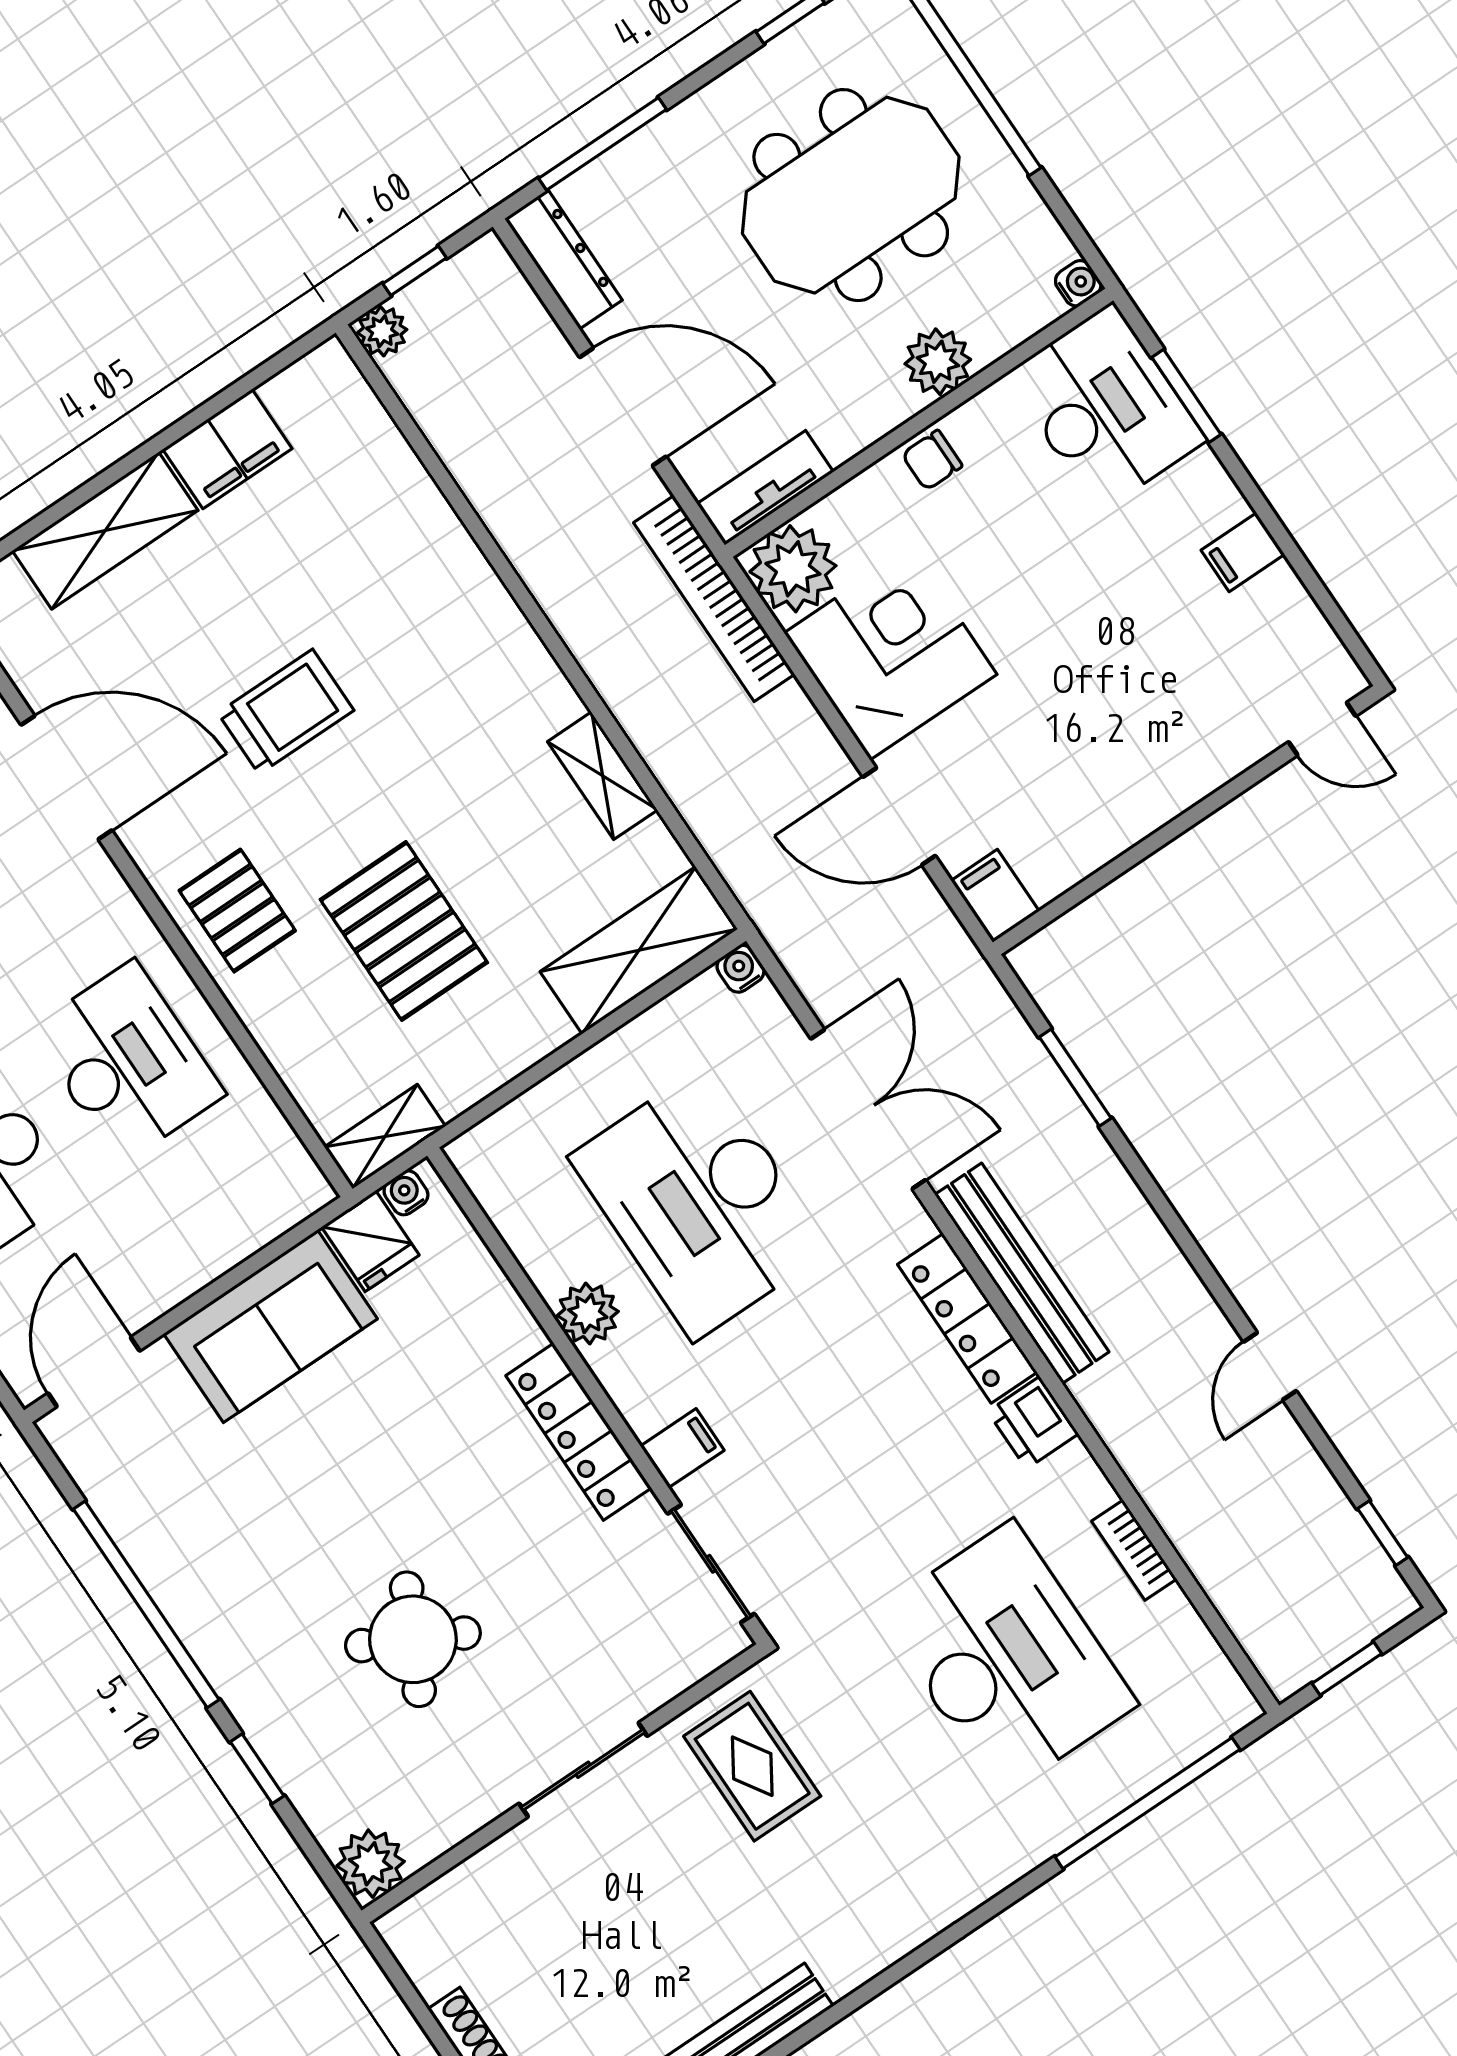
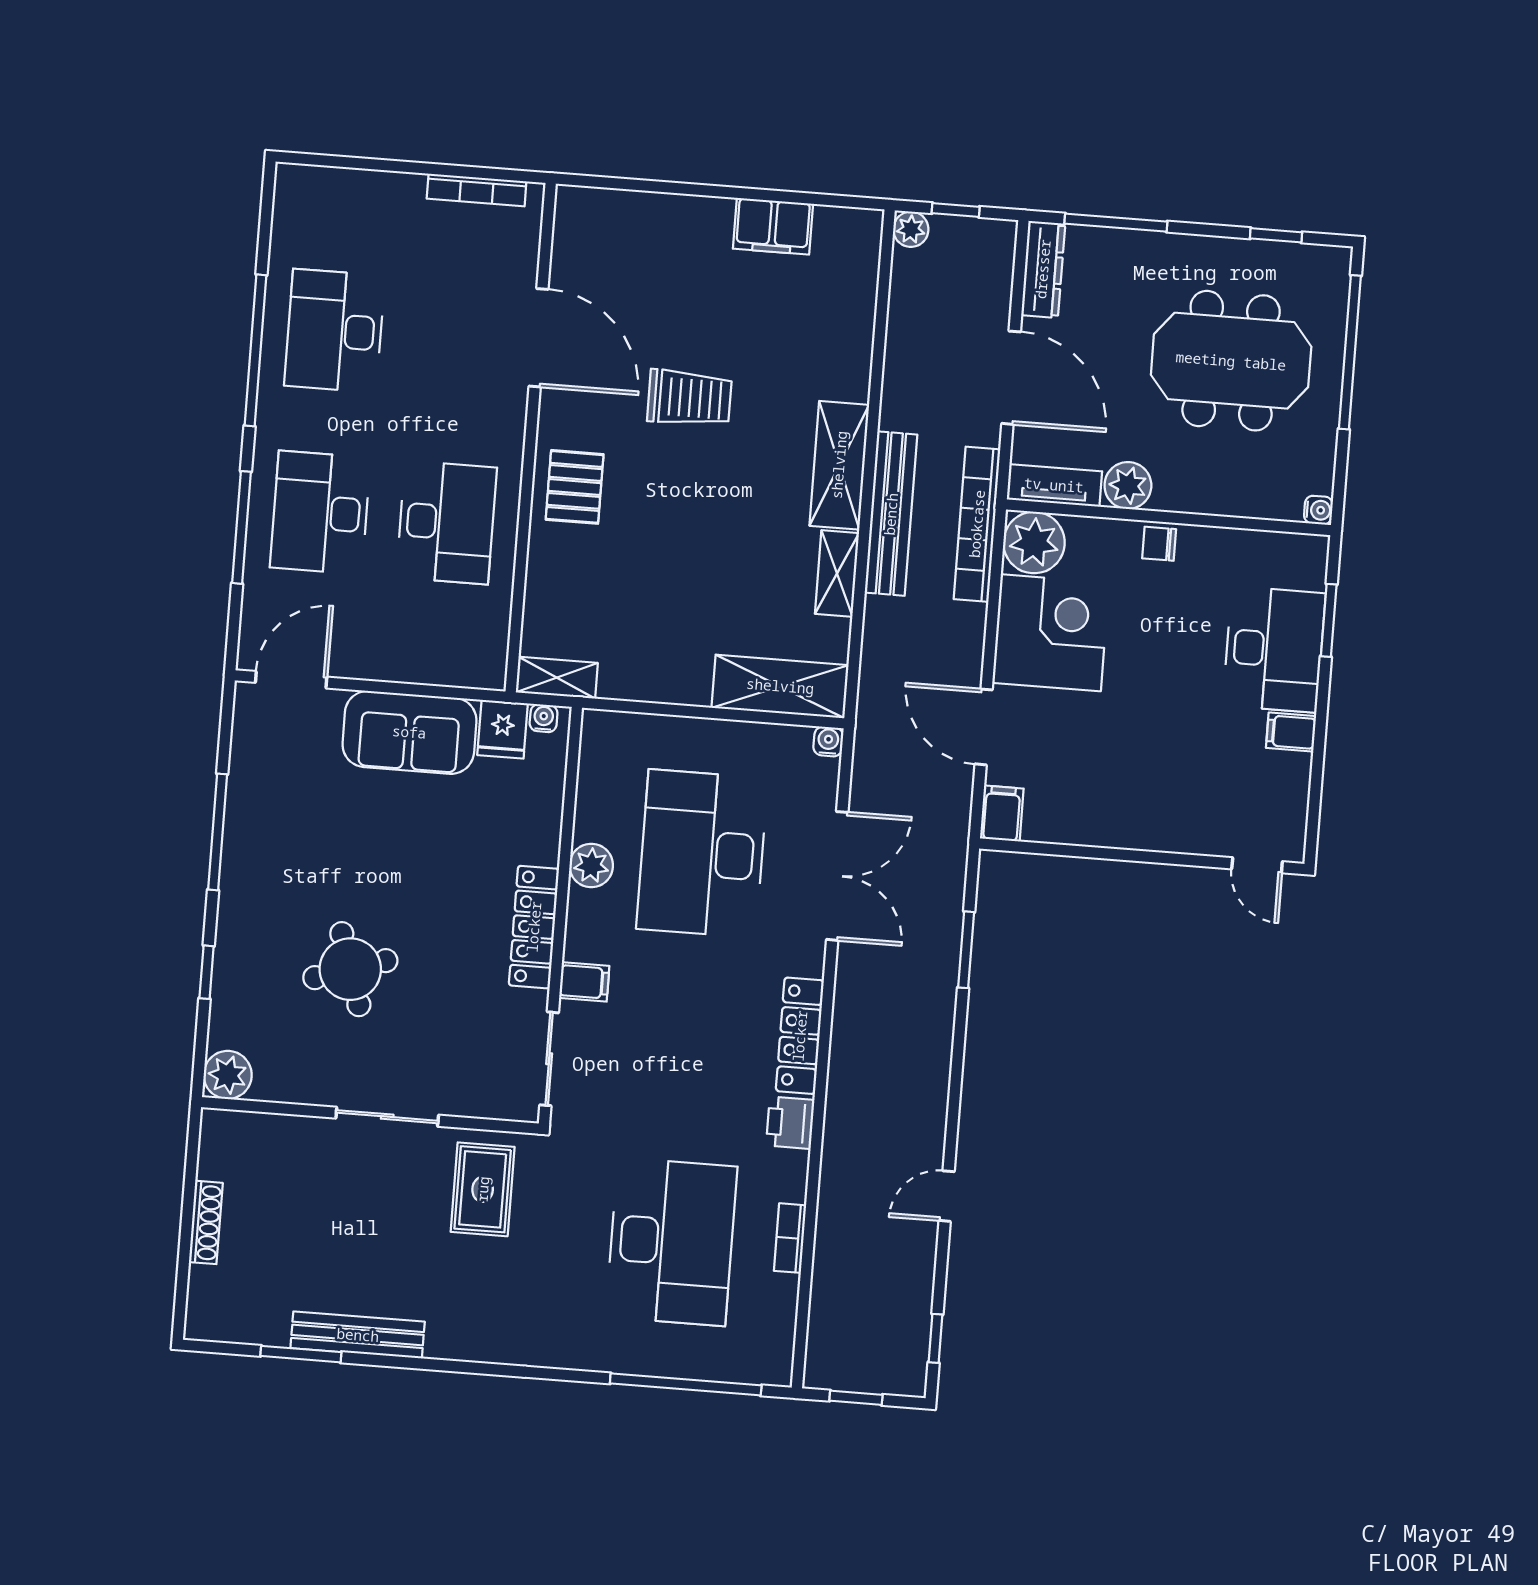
plant: (938, 362) -> (1128, 486), moved
desk: (1106, 408) -> (1274, 649), moved
shelving: (105, 531) -> (839, 465), moved, turned 90
pallet: (404, 931) -> (658, 572), removed
bench: (1022, 1273) -> (891, 514), moved
window: (146, 1604) -> (218, 832), width x0.68
round table: (413, 1639) -> (350, 969), turned 45

